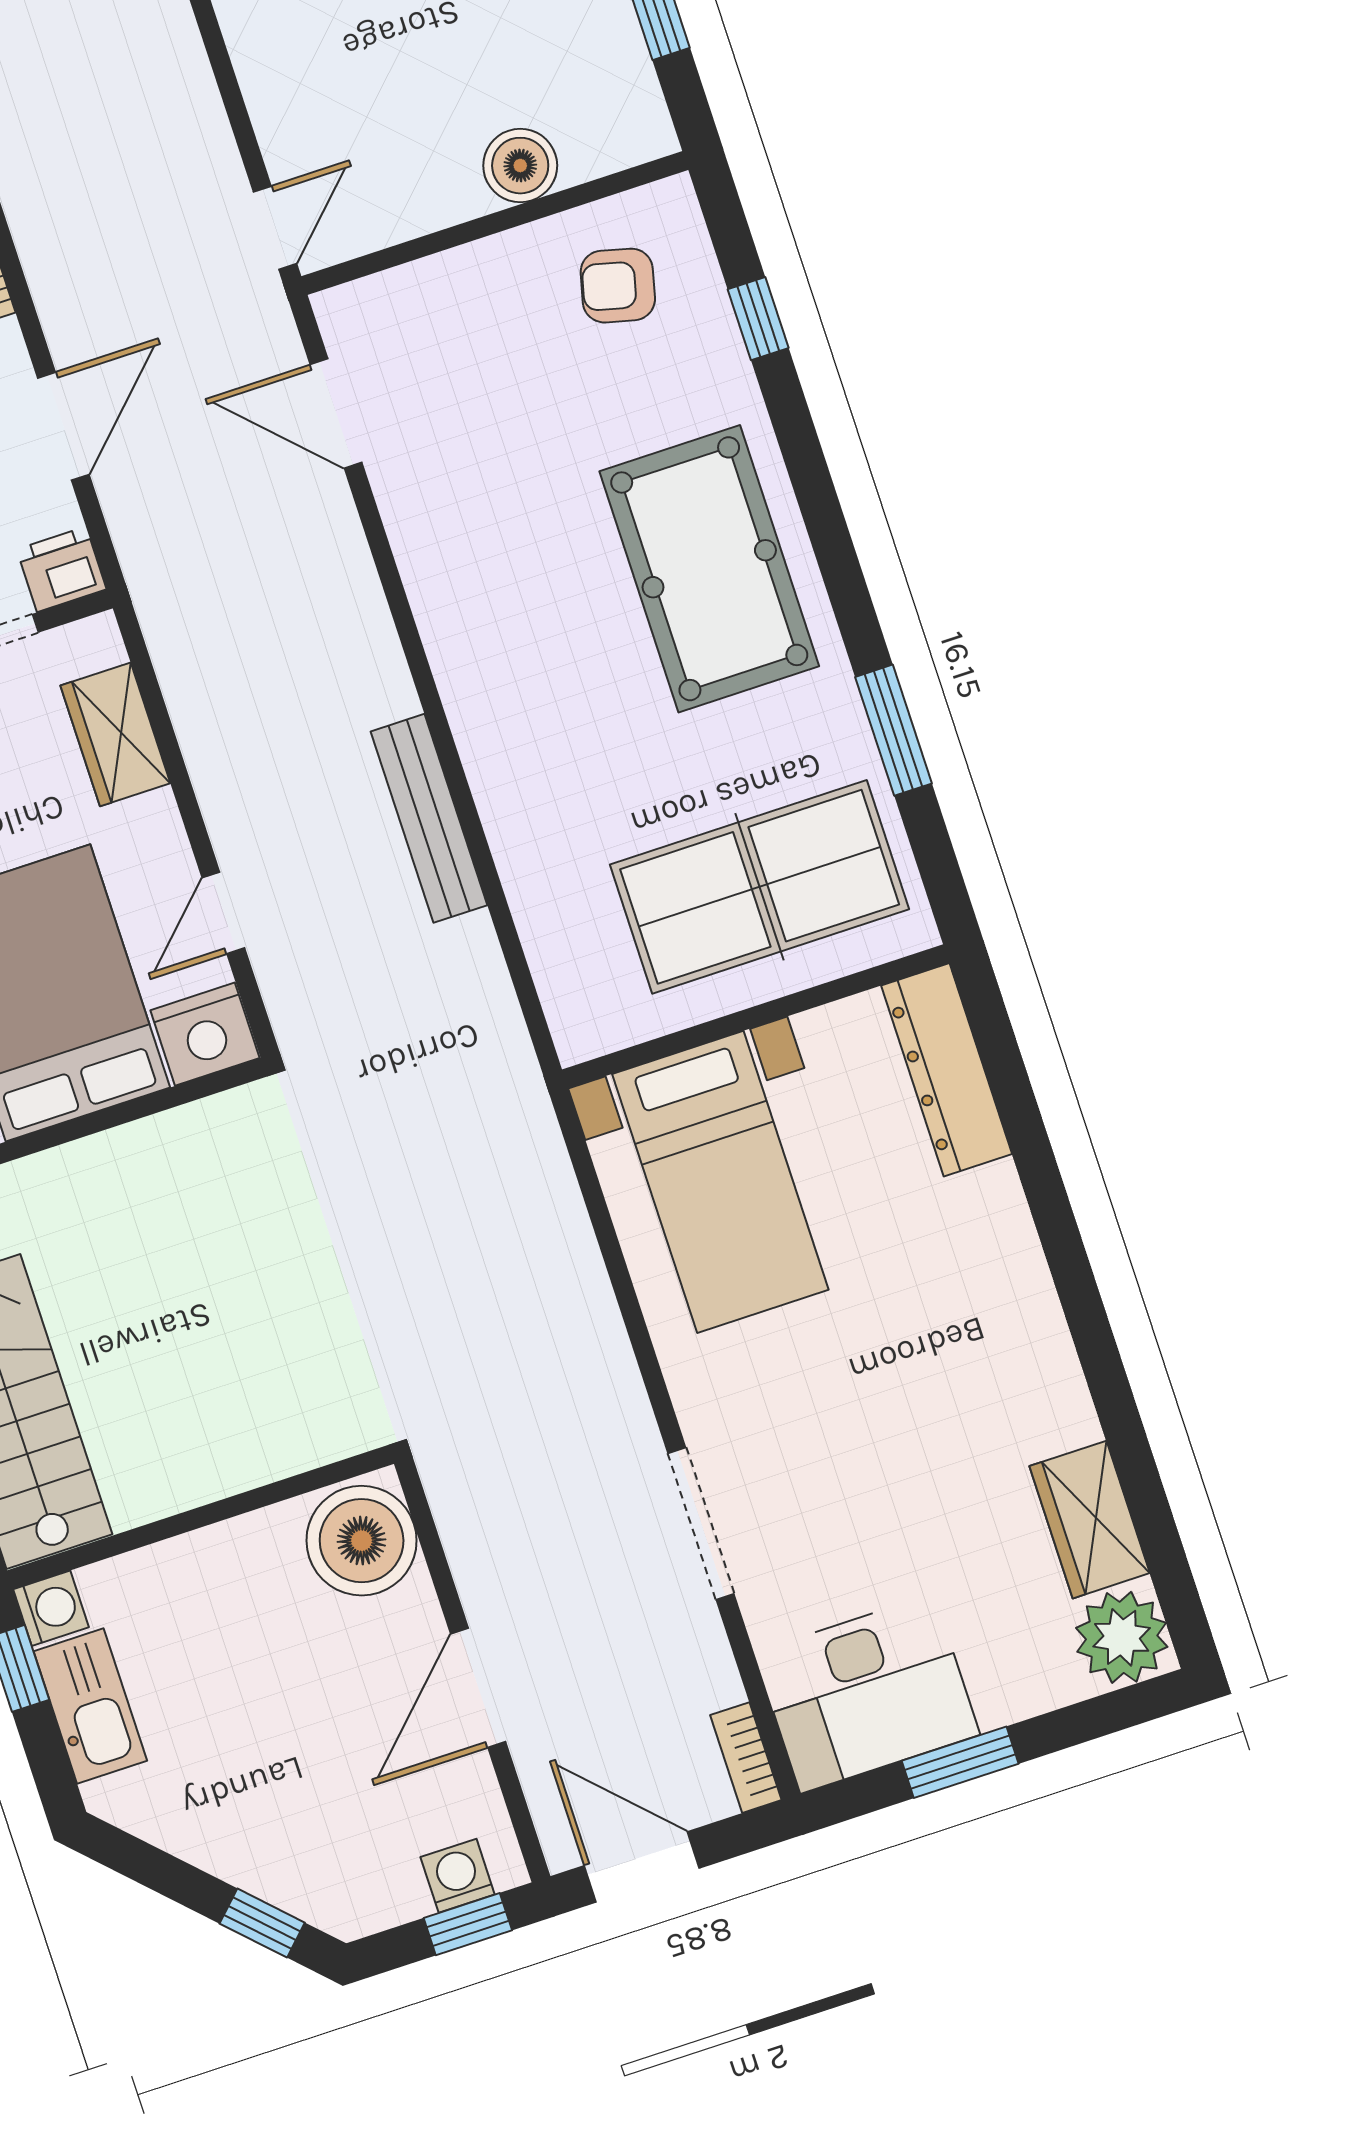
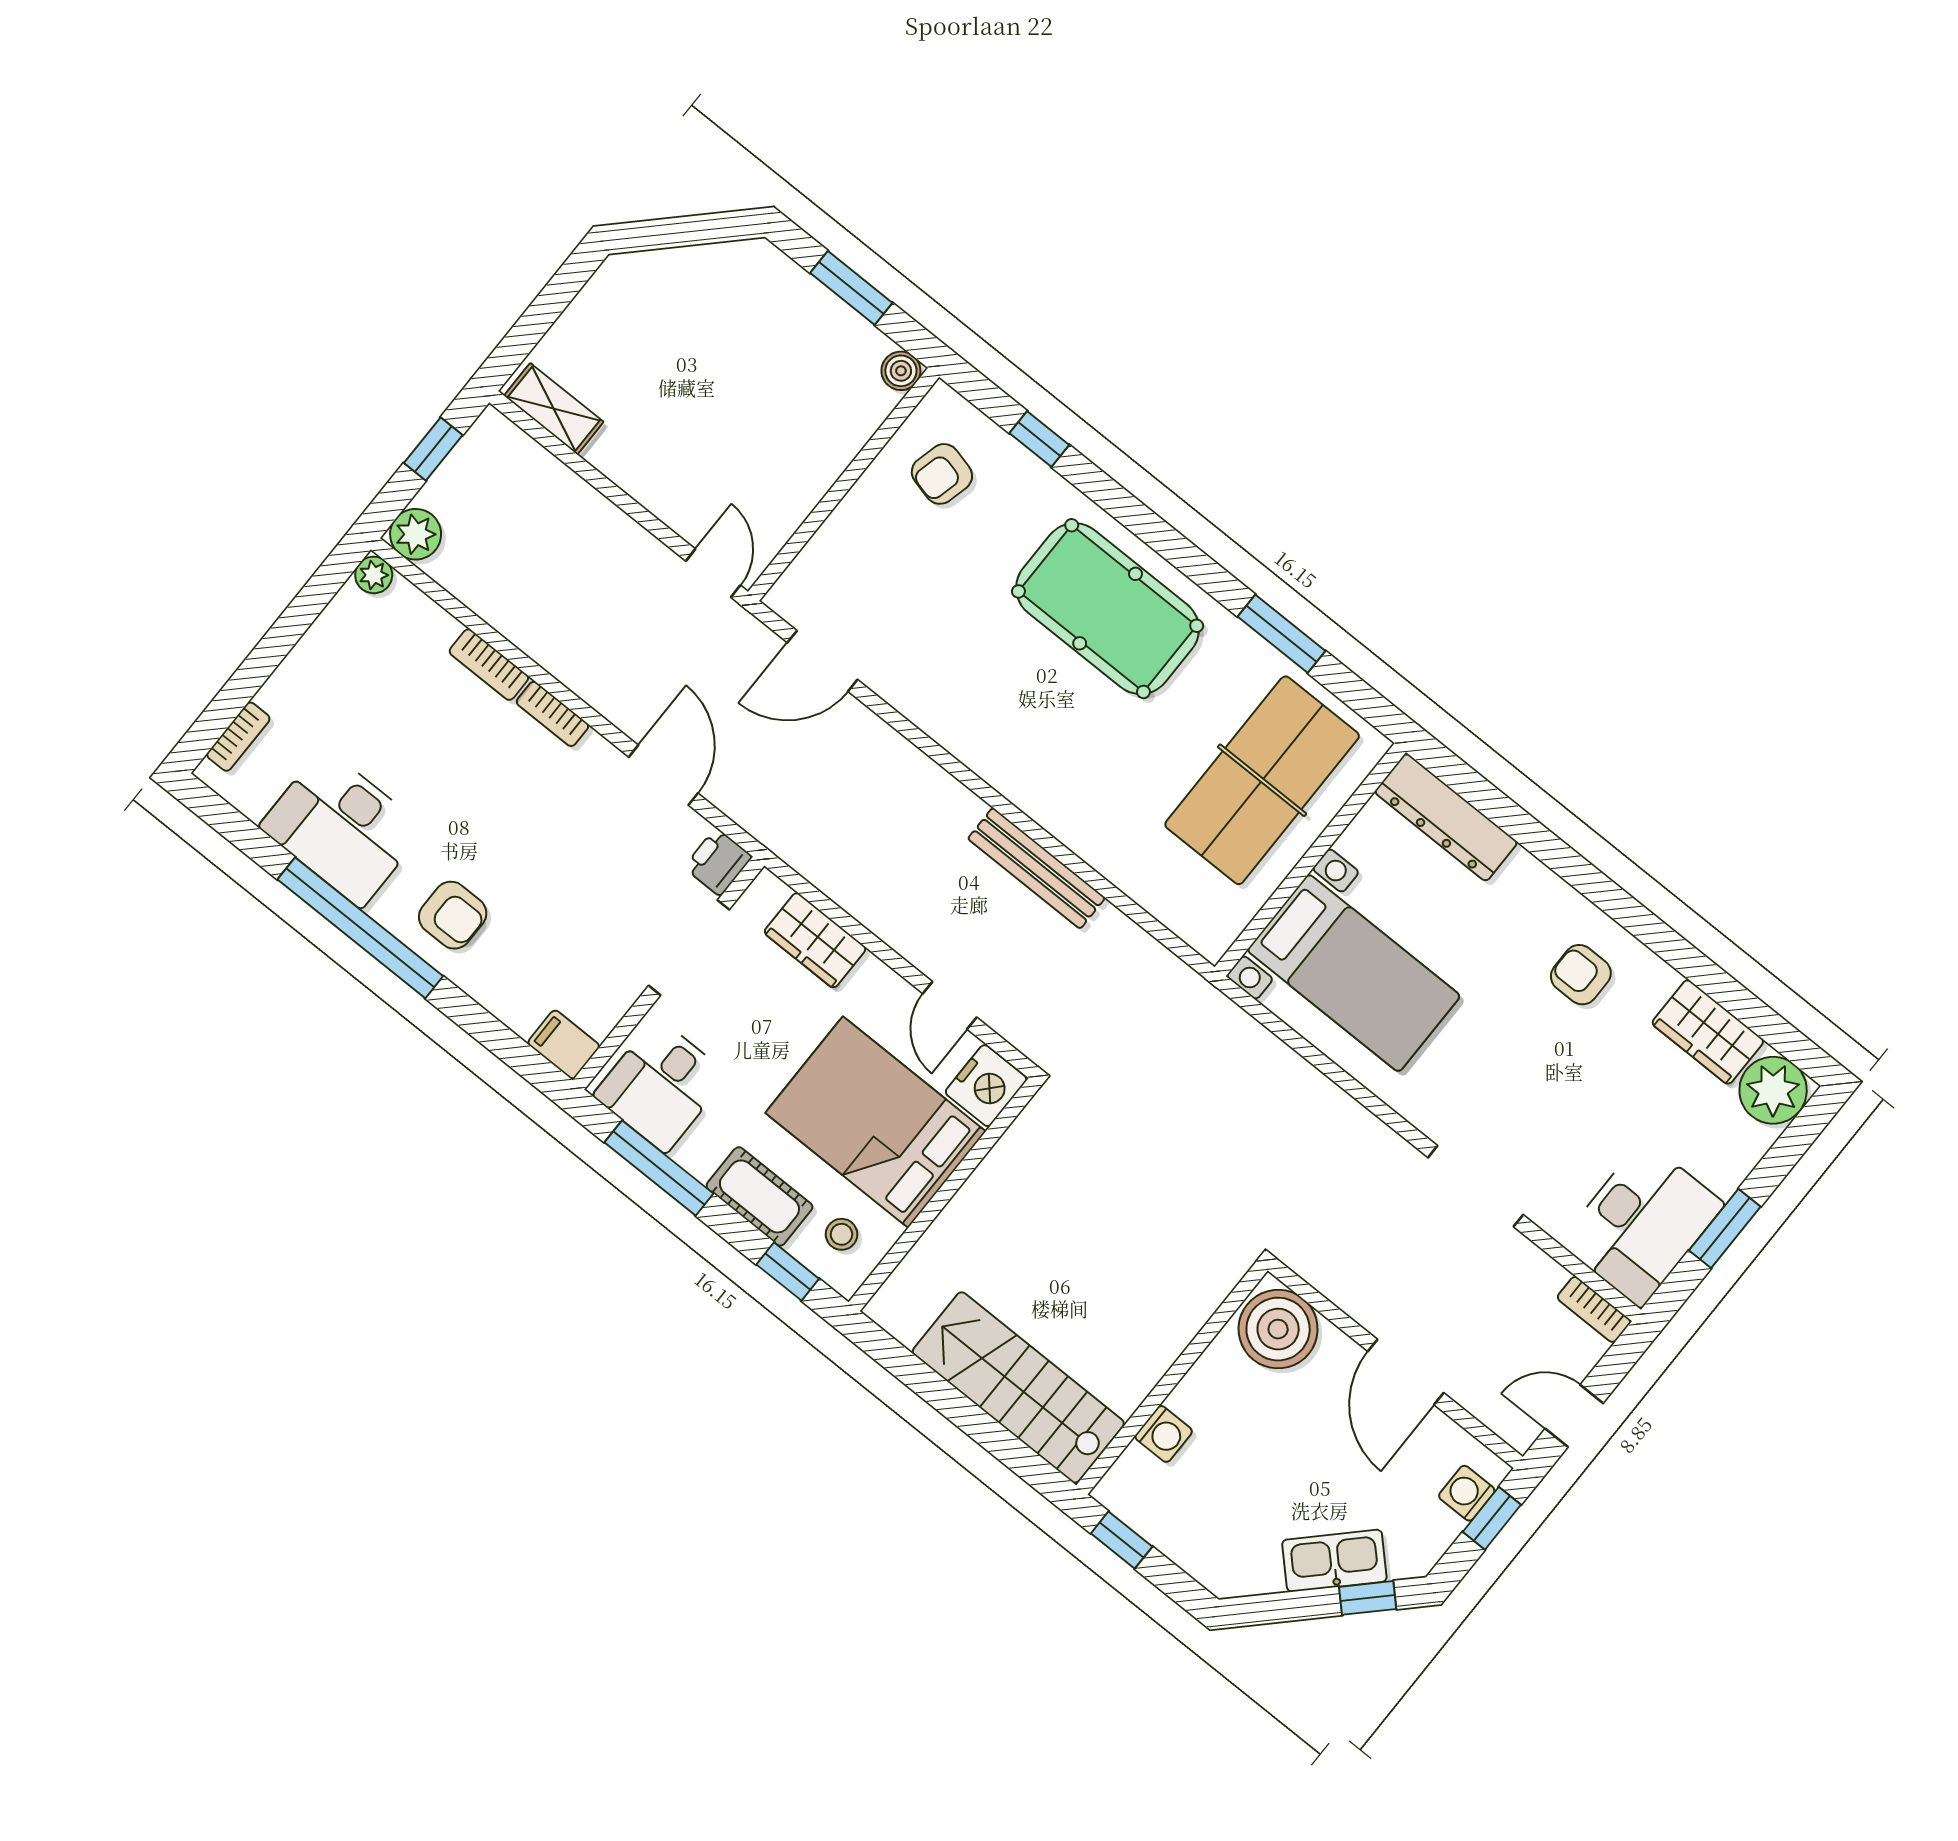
boiler: (520, 166) -> (901, 371), moved, width x0.73, depth x0.73
armchair: (985, 1356) -> (1581, 975), added
washing machine: (51, 1608) -> (1164, 1434), moved, turned 90
kitchen sink: (90, 1706) -> (1334, 1561), moved, turned -45
door: (642, 1867) -> (1574, 1416), width x0.73

